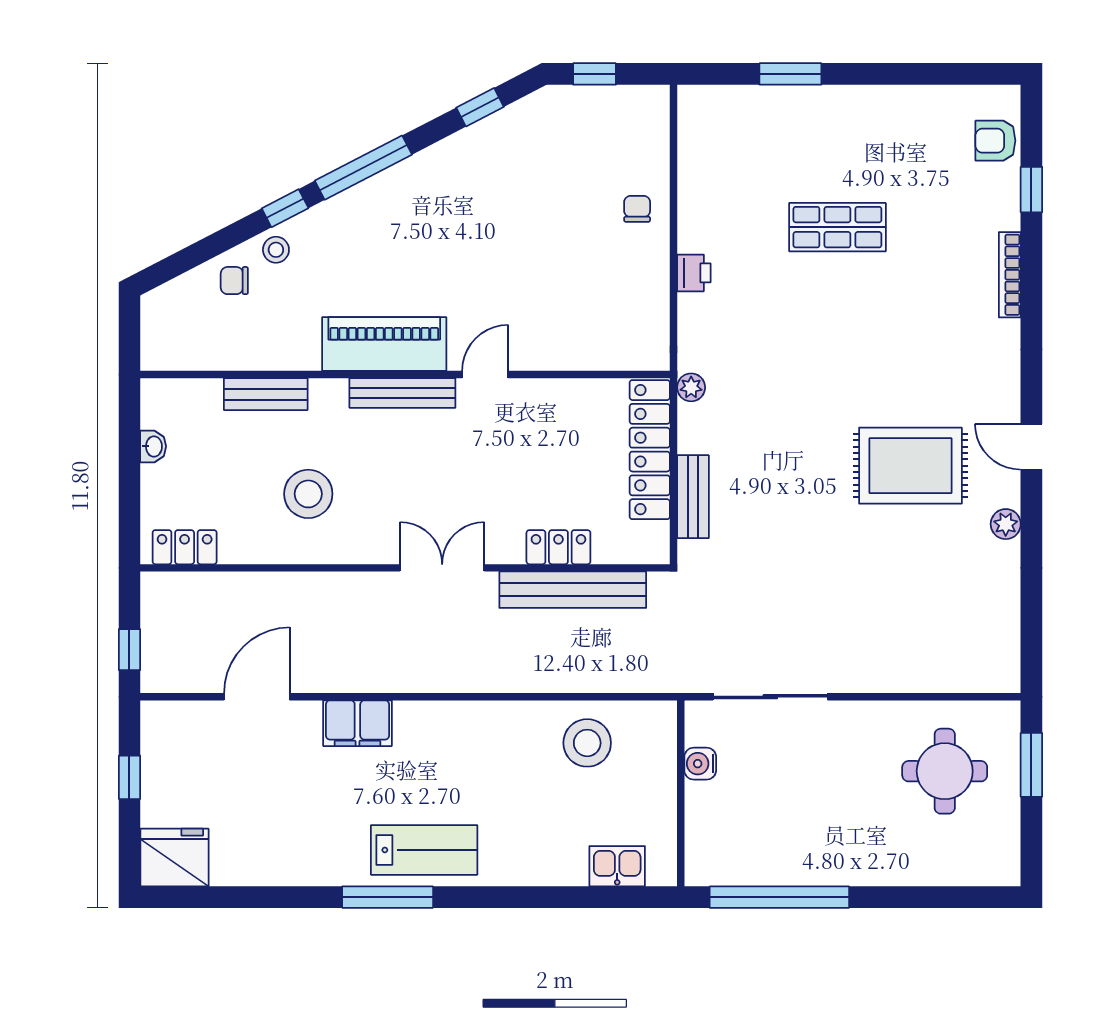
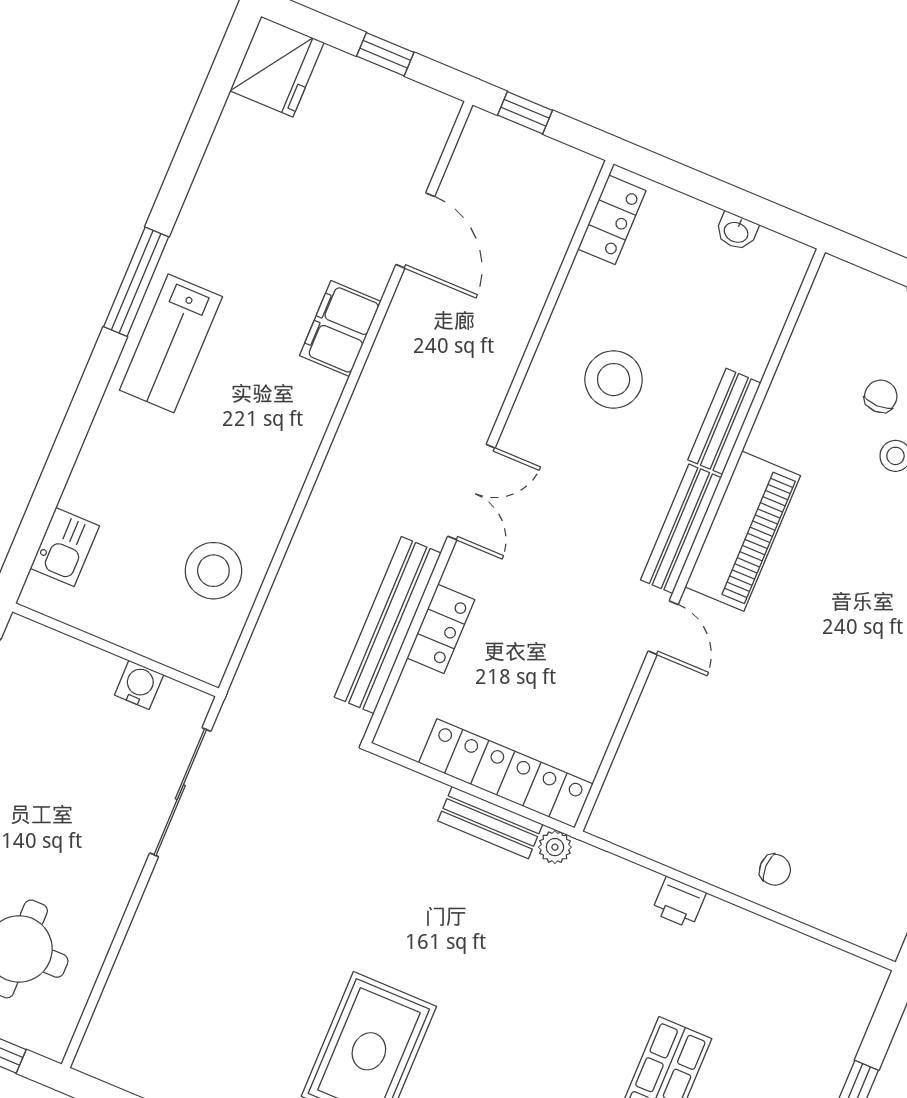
bench: (266, 394) -> (724, 421), moved
bench: (693, 497) -> (490, 822), moved

